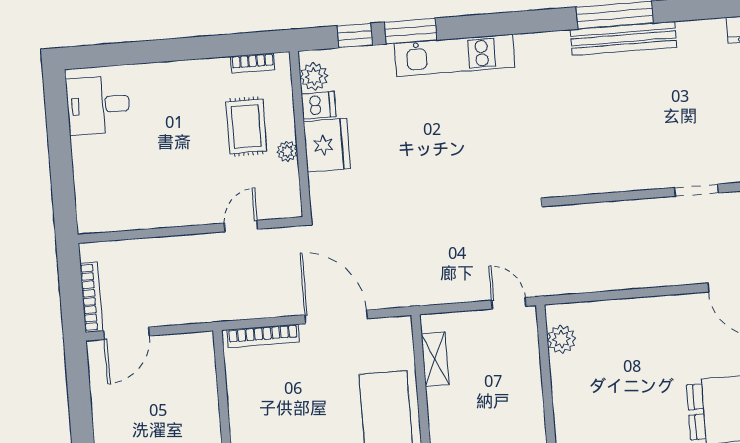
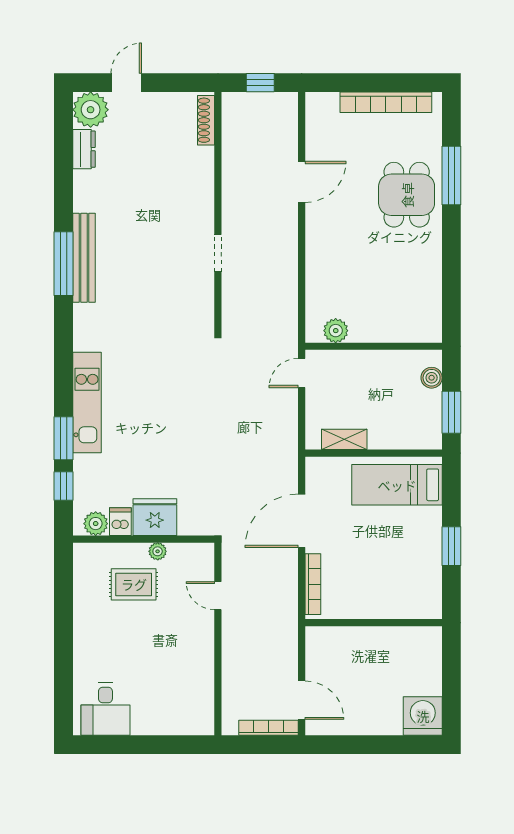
bookcase: (253, 63) -> (80, 575), removed
doorway: (696, 190) -> (218, 253), moved

